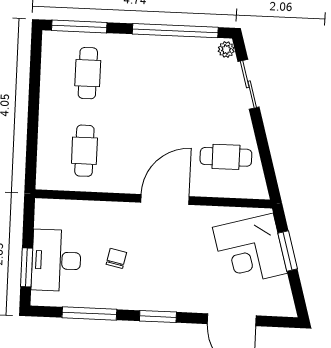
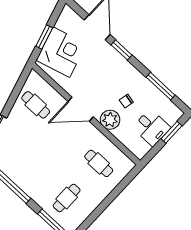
cafe table: (84, 151) -> (99, 163), turned 90
plant: (117, 218) -> (110, 120), added
desk: (56, 260) -> (152, 127), width x0.73
window: (158, 317) -> (122, 50), moved

